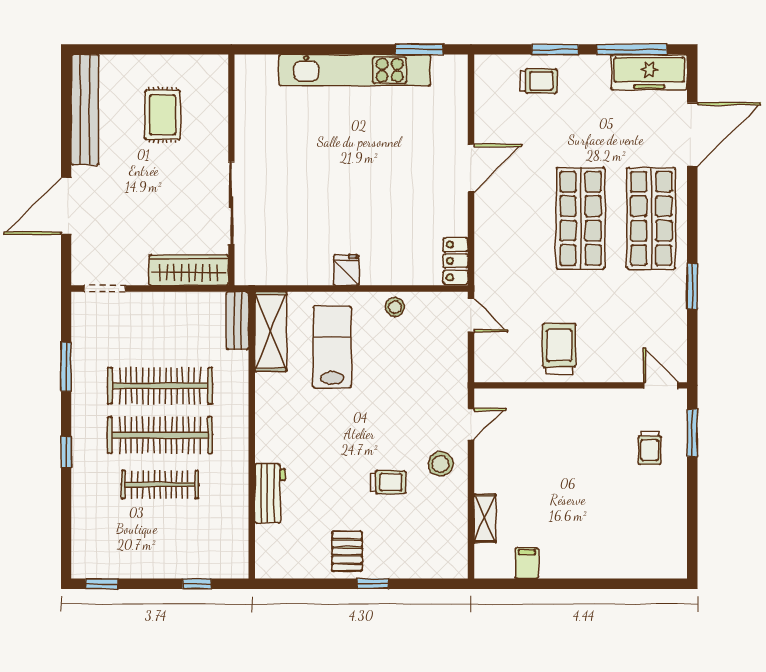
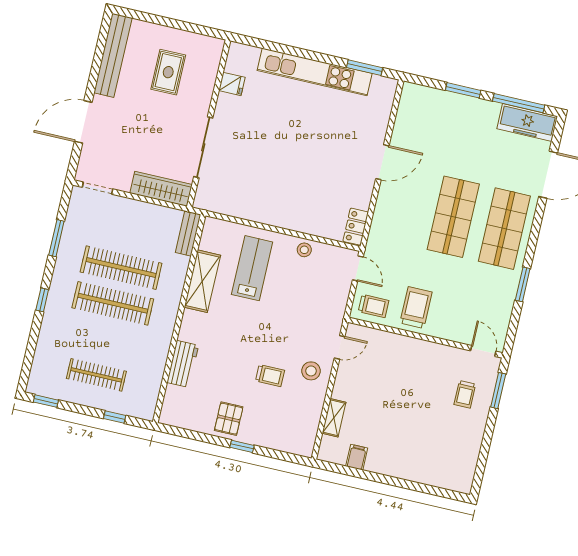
trolley: (539, 81) -> (374, 306), moved
fridge: (346, 270) -> (232, 84), moved, turned 90
shelving: (271, 331) -> (202, 281), moved
clothes rail: (160, 485) -> (96, 375), moved

